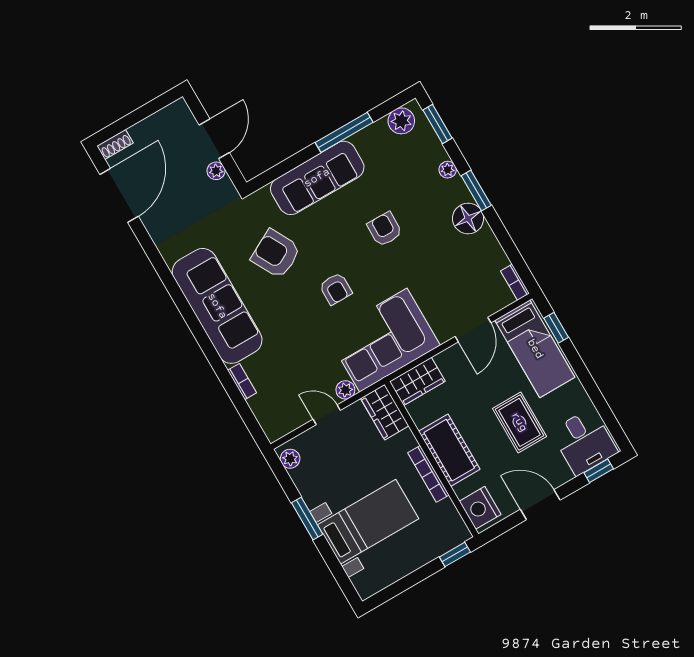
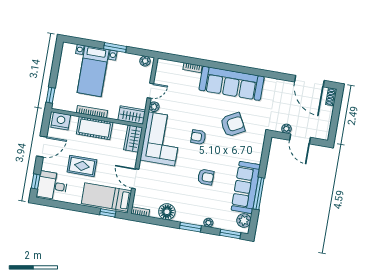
sofa: (317, 178) -> (246, 187), moved
floor lamp: (468, 218) -> (167, 212), moved

